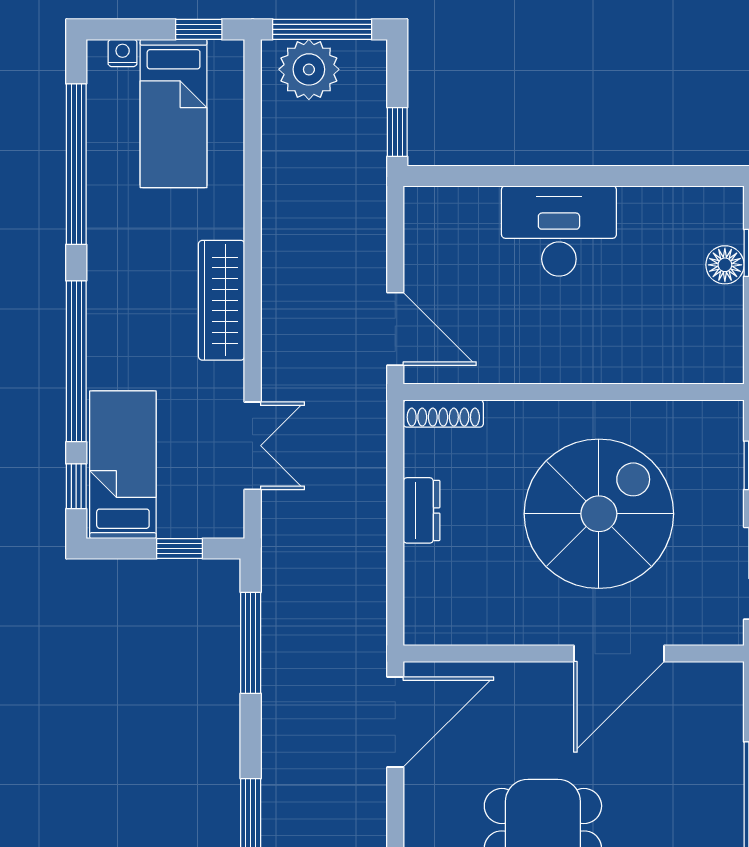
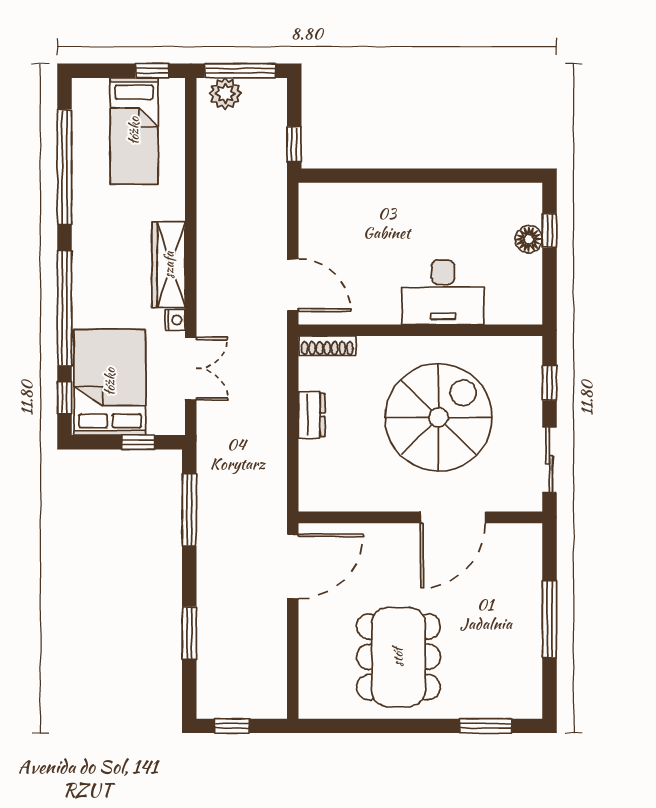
nightstand: (123, 53) -> (175, 320), moved, turned 90
plant: (309, 69) -> (225, 94), width x0.73, depth x0.73
desk: (559, 231) -> (443, 292), moved, turned 180
bed: (123, 465) -> (110, 382), width x1.50

